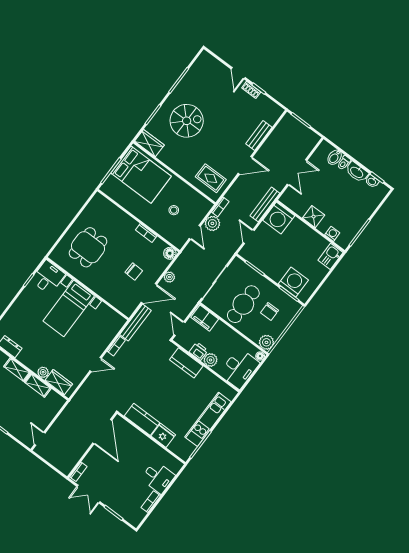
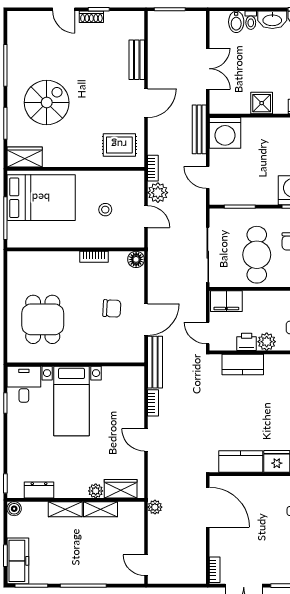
plant: (169, 277) -> (155, 507), moved
door: (96, 364) -> (146, 440), swing flipped

